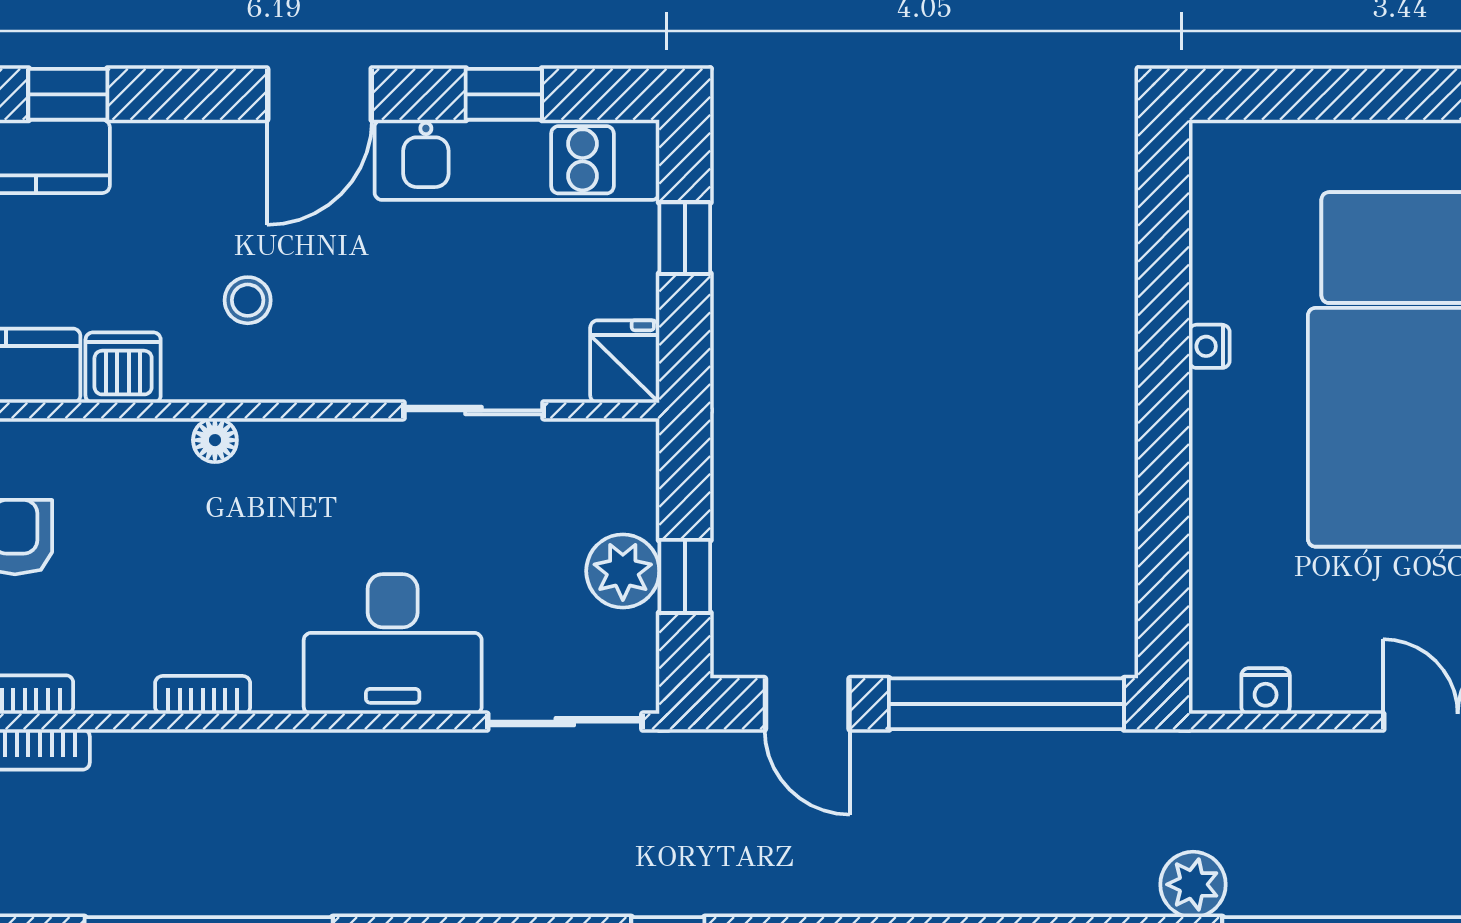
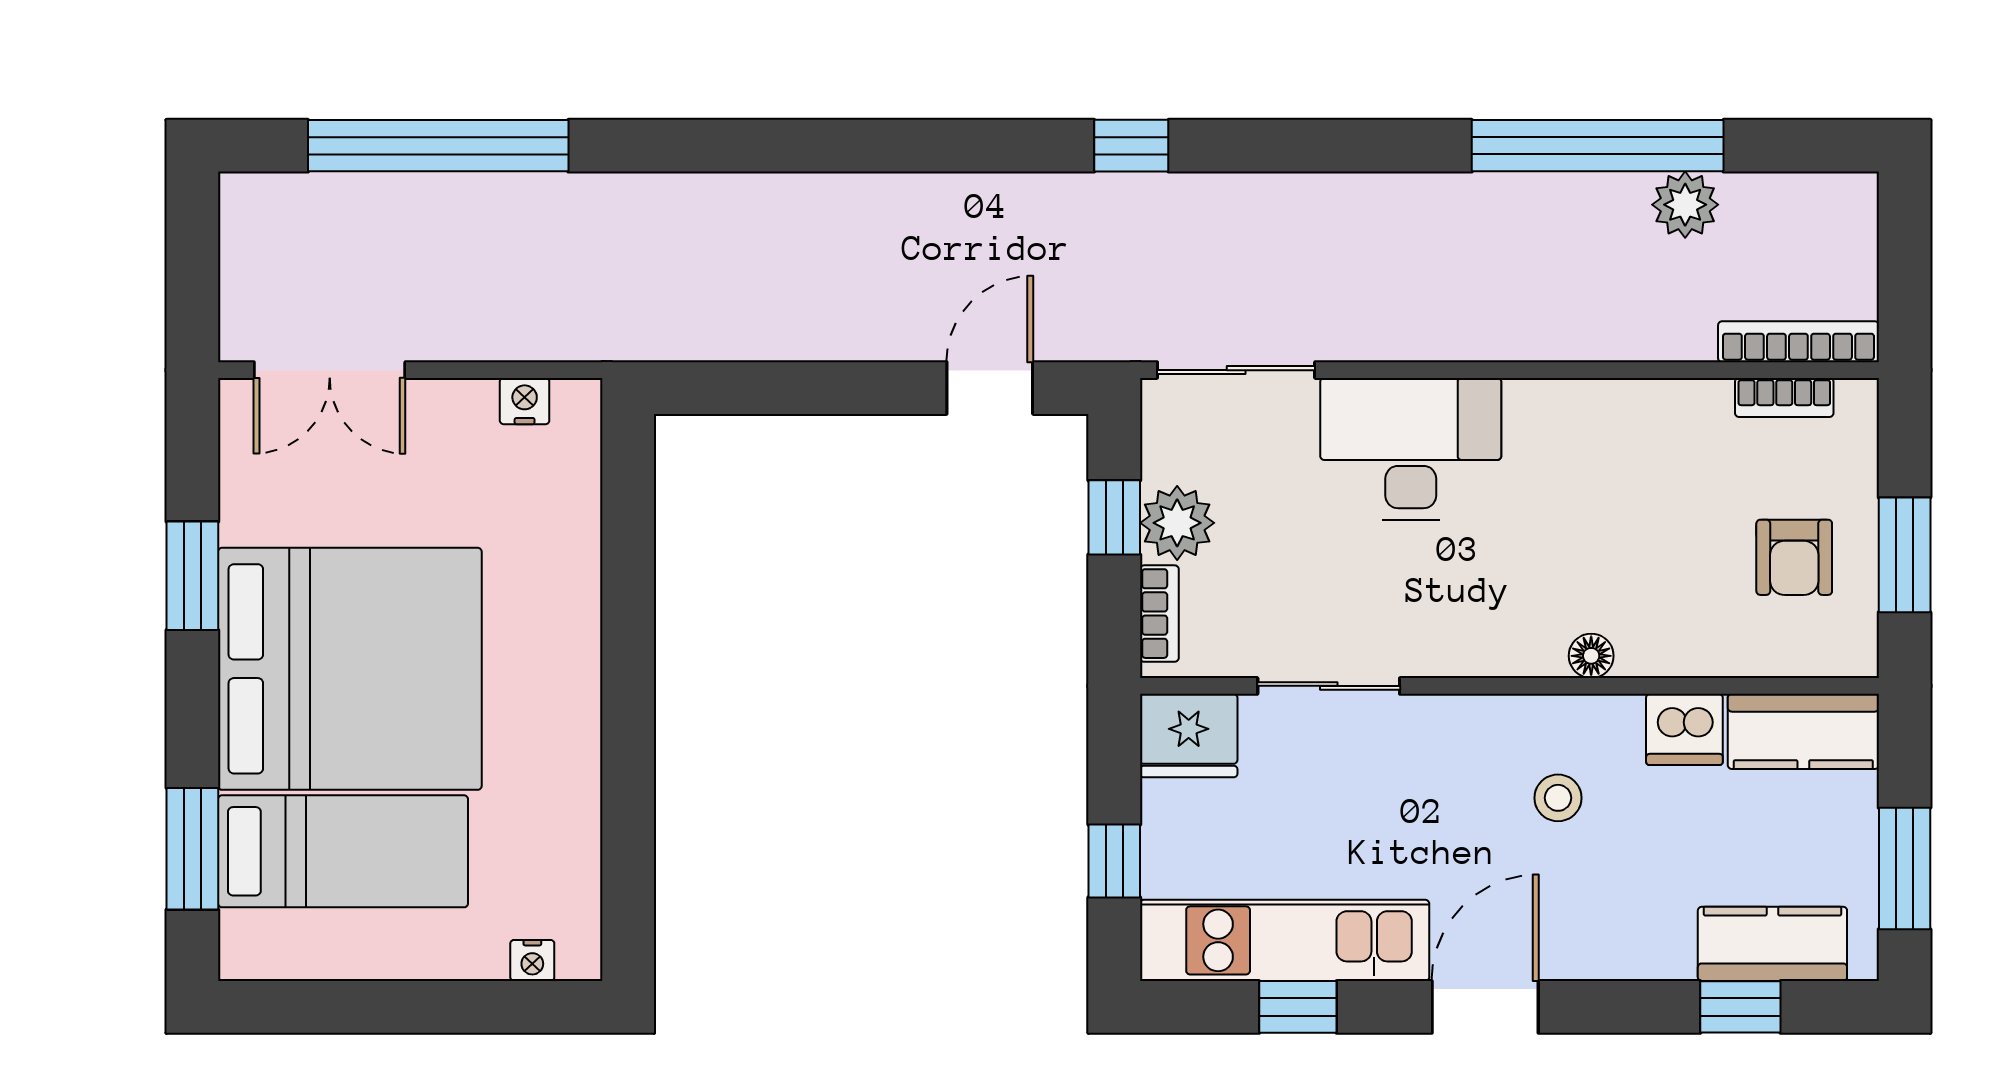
nightstand: (1209, 346) -> (532, 960), moved, turned 90
fridge: (625, 362) -> (1189, 736), width x1.38
bookcase: (203, 695) -> (1159, 614), moved, turned -90
door: (807, 704) -> (990, 388), hinge flipped
window: (1006, 704) -> (788, 388), removed
plant: (1193, 884) -> (1685, 205), moved

